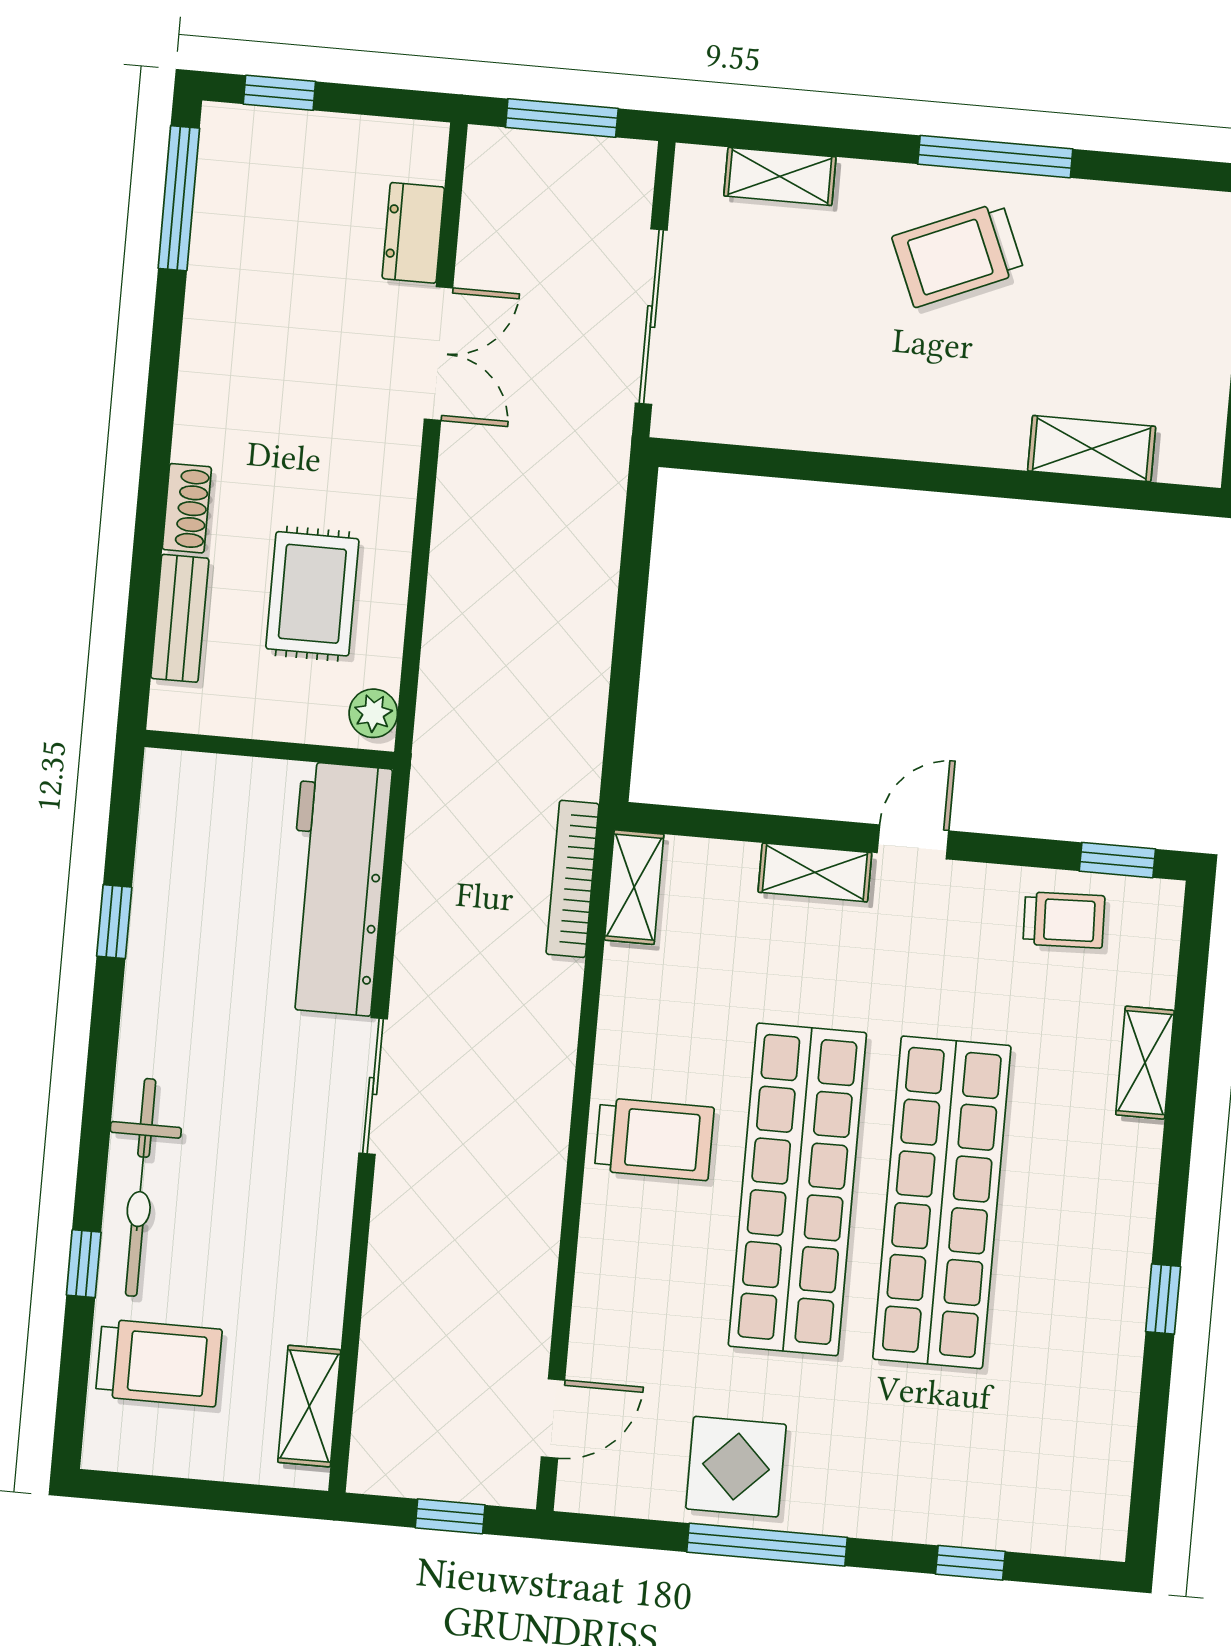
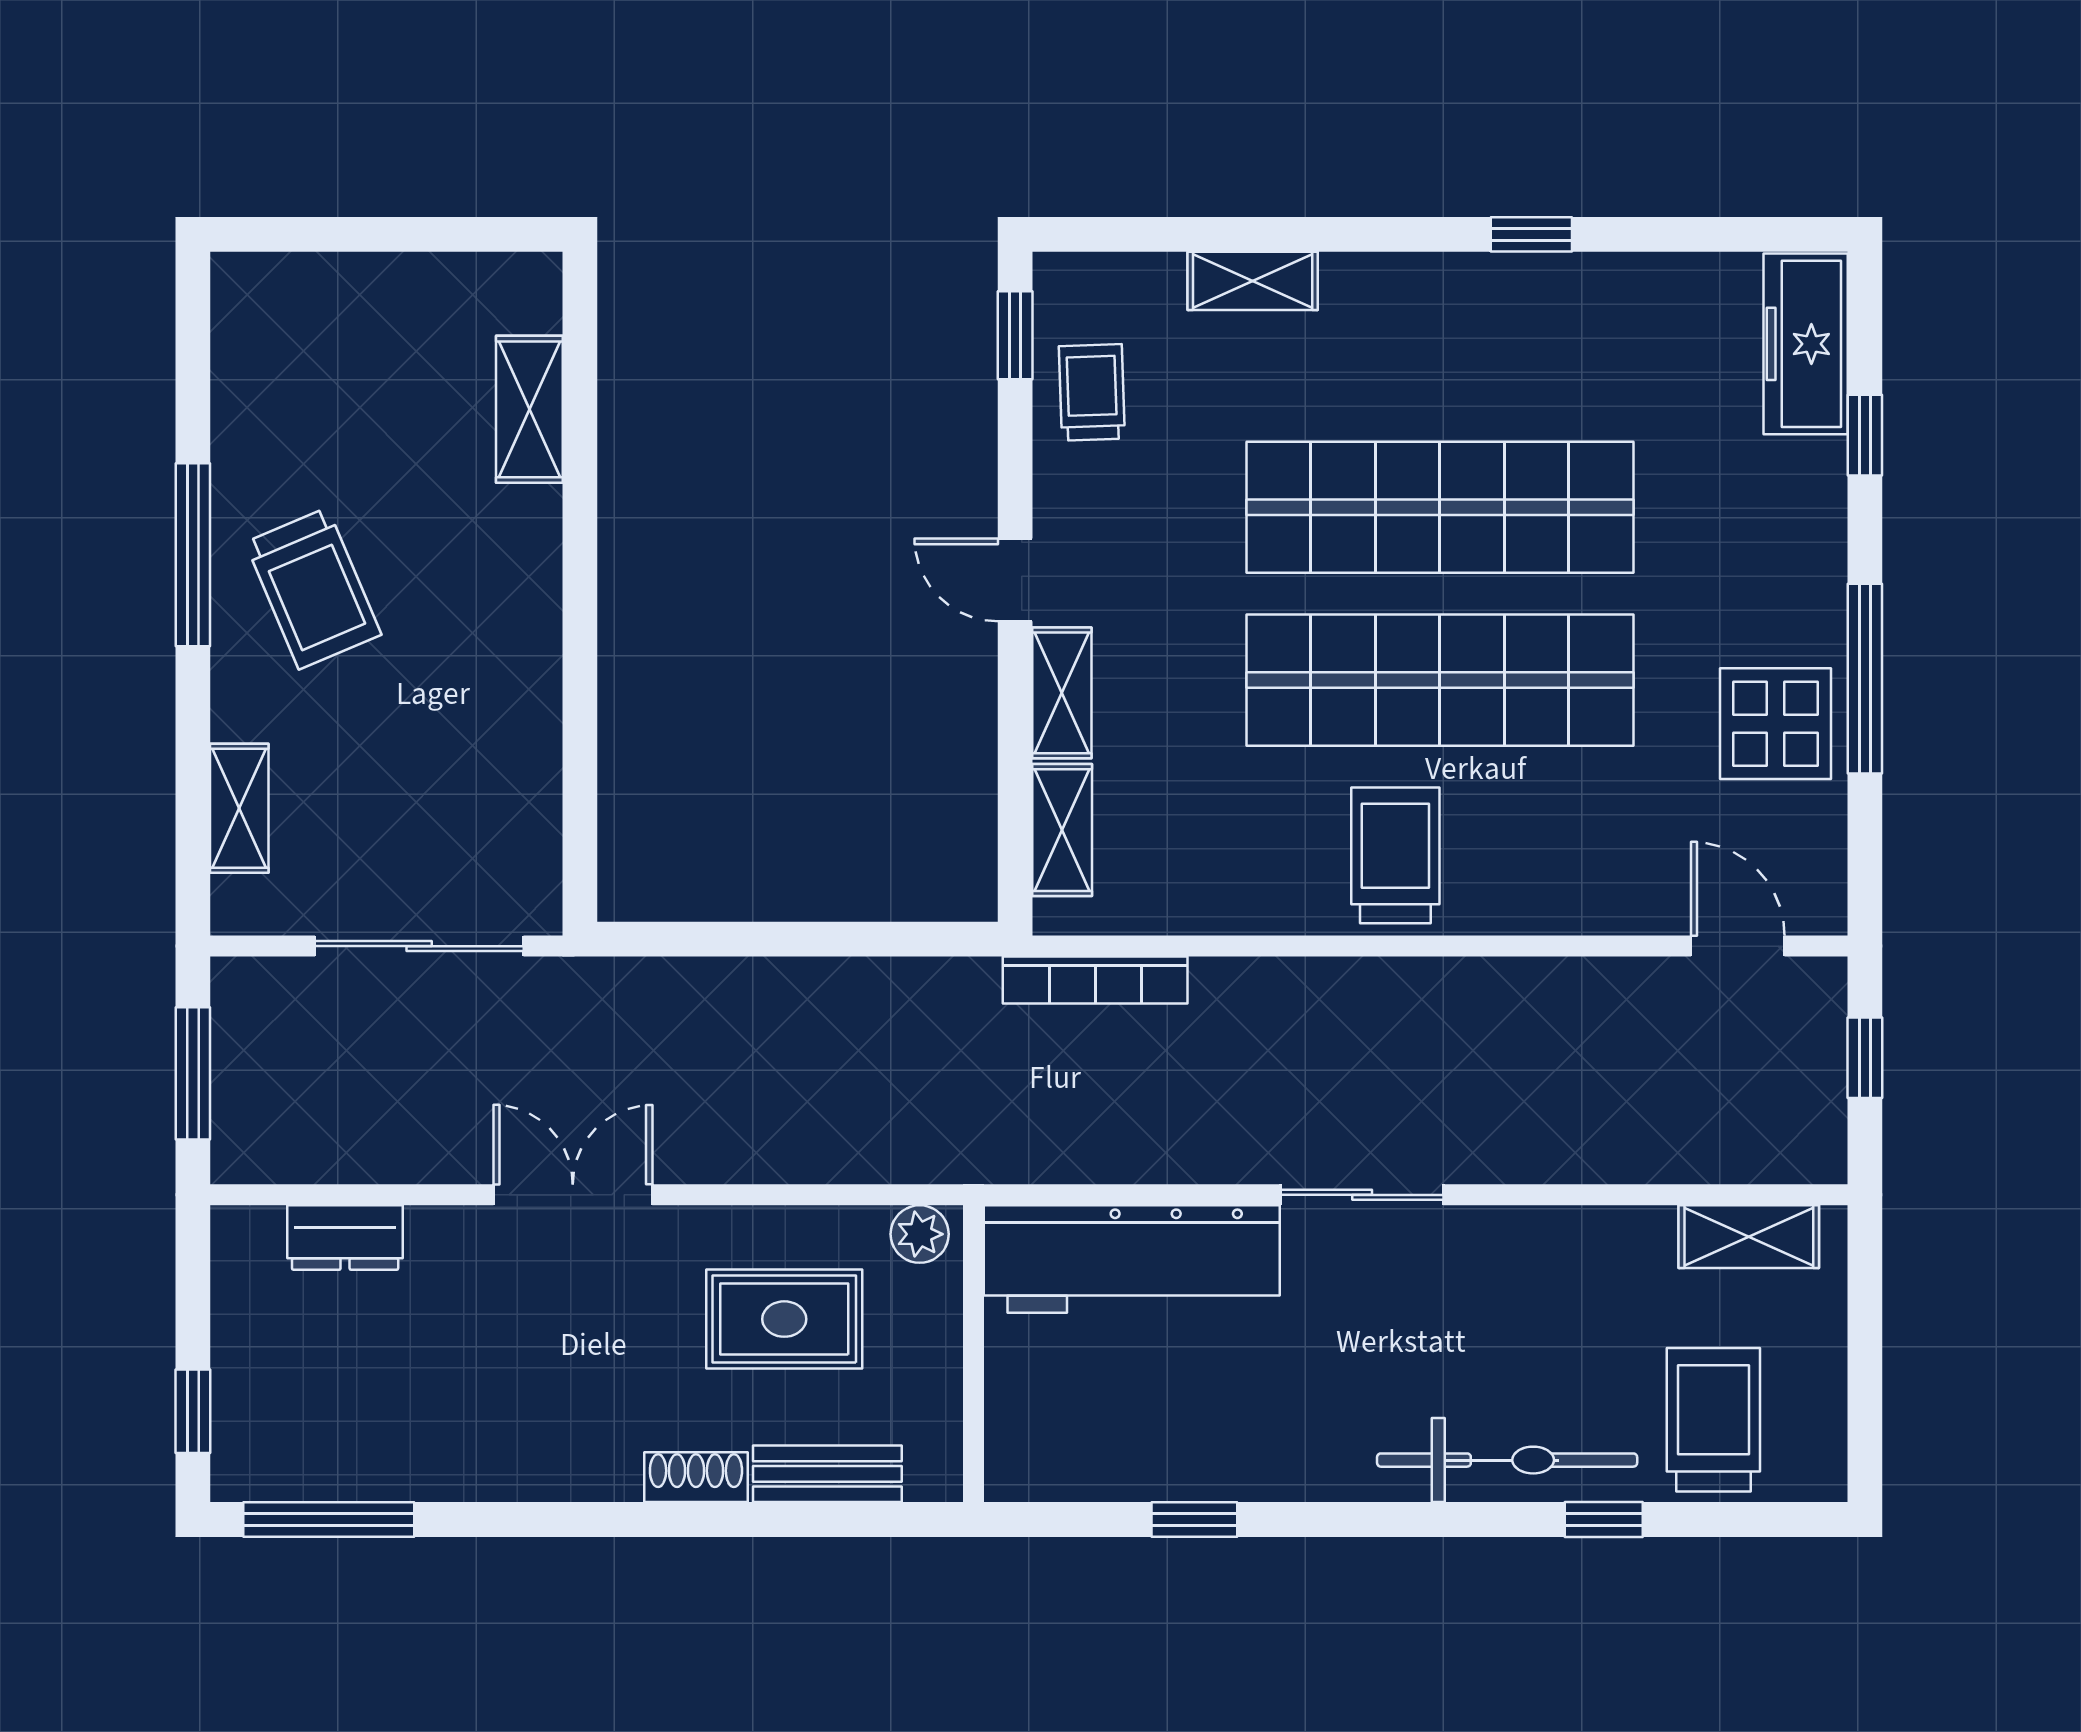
double door: (438, 353) -> (573, 1195), moved
shelving: (634, 887) -> (1062, 830), moved, turned 90
freezer: (1051, 1520) -> (1806, 344), added

